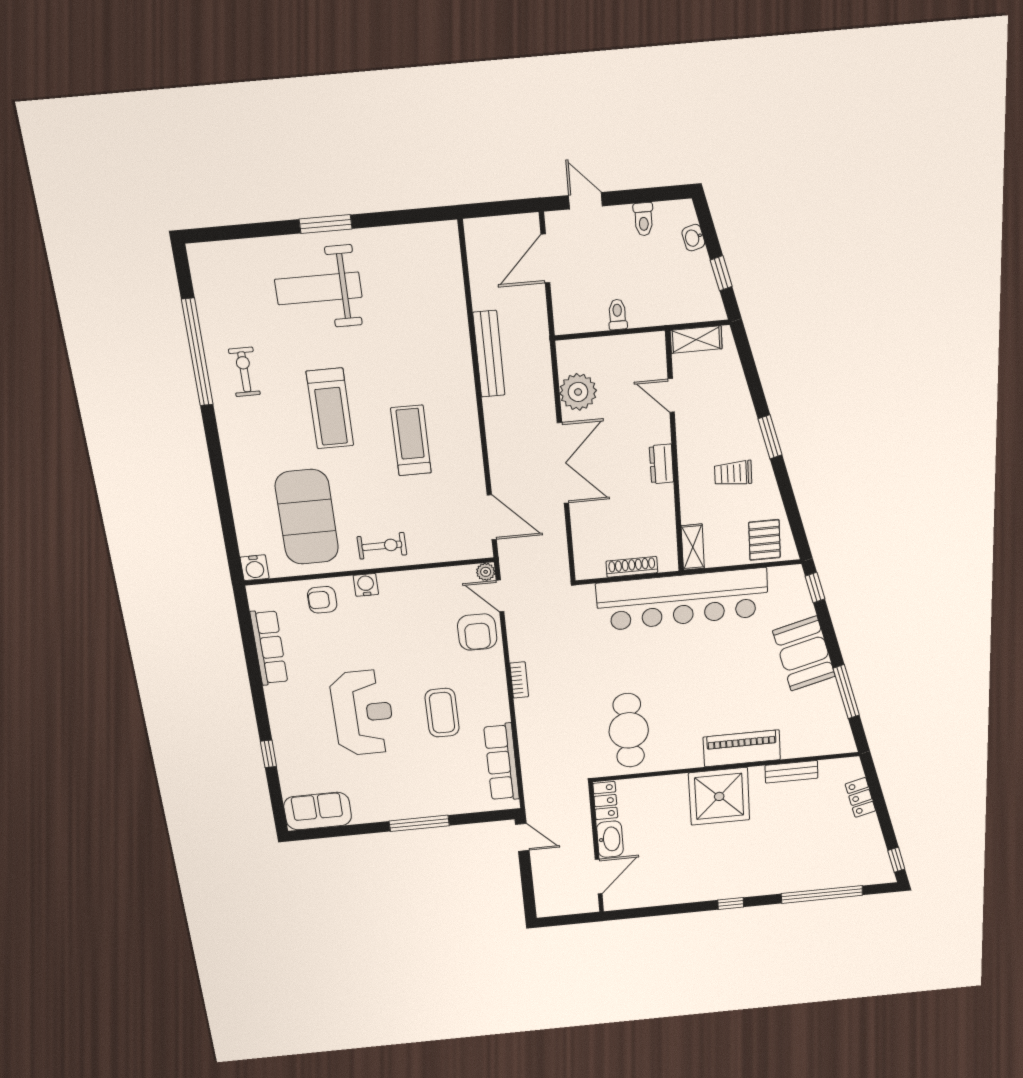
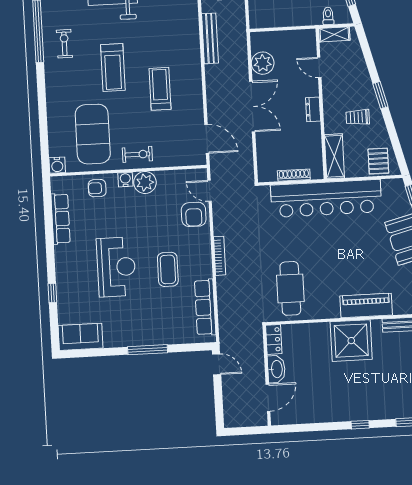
toilet: (617, 314) -> (328, 16), moved
shelving: (693, 547) -> (334, 156), width x1.50, depth x1.33
plant: (486, 572) -> (145, 183), moved, width x1.88, depth x1.88
bookcase: (519, 680) -> (220, 256), width x1.56

